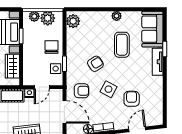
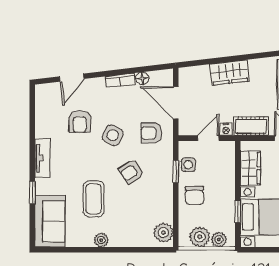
tv unit: (158, 62) -> (42, 158), moved

